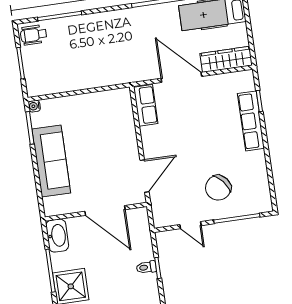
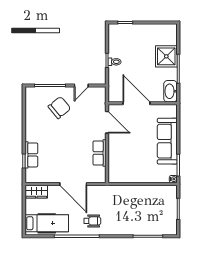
wheelchair: (34, 35) -> (92, 221), moved
wardrobe: (226, 59) -> (36, 192), width x0.67
row of seats: (146, 105) -> (99, 153), moved
row of seats: (251, 121) -> (31, 155), width x0.68
door: (145, 176) -> (107, 122), swing flipped
door: (191, 225) -> (81, 85), swing flipped

